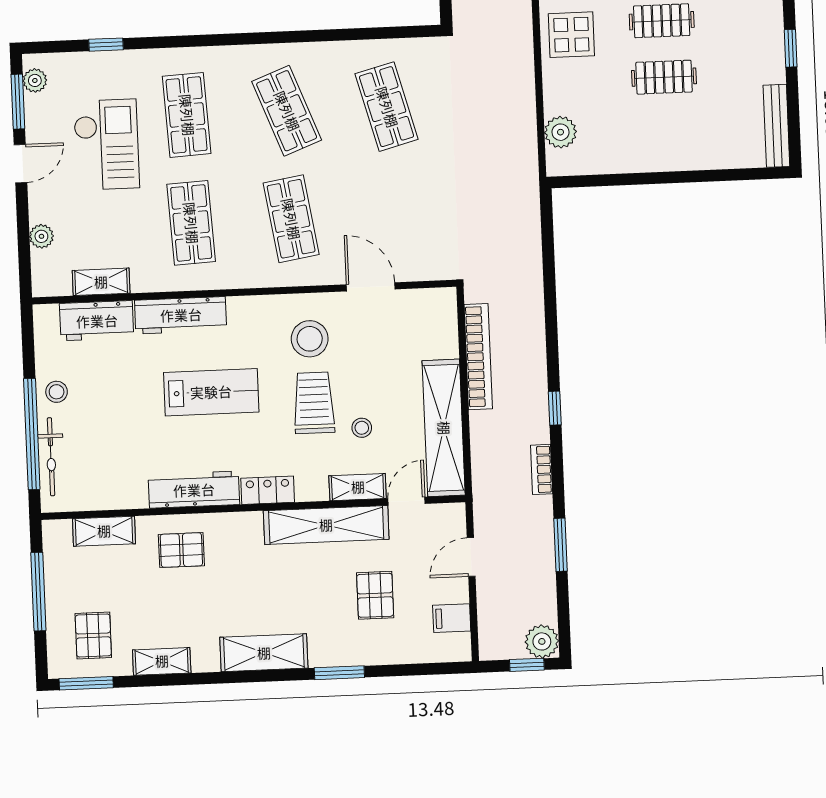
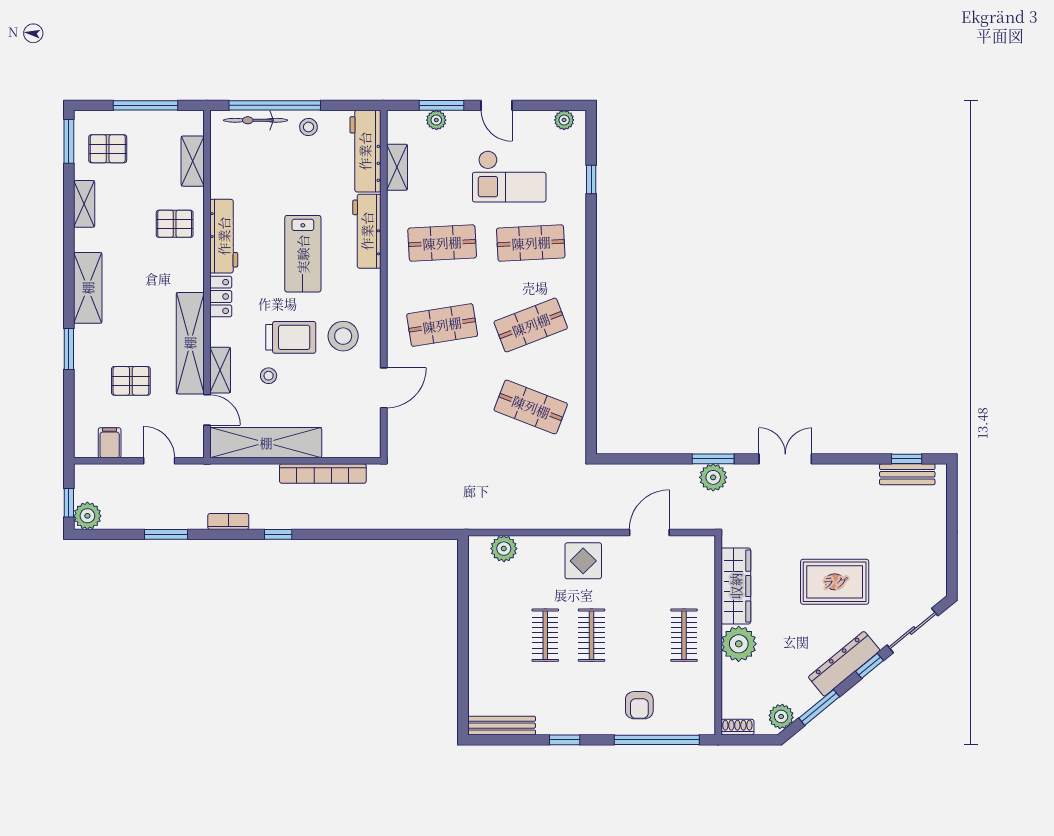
window: (18, 102) -> (441, 105), moved
shop shelf: (387, 107) -> (531, 407), turned 36
workbench: (97, 321) -> (365, 151), width x1.38
pallet: (181, 550) -> (175, 224), turned 90

